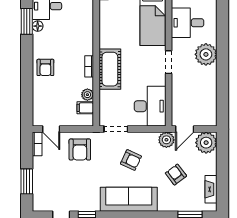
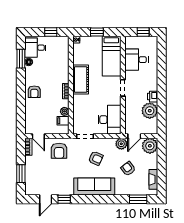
plant: (206, 54) -> (150, 111), moved
cot: (110, 69) -> (81, 80), moved
printer: (210, 74) -> (153, 97), added

